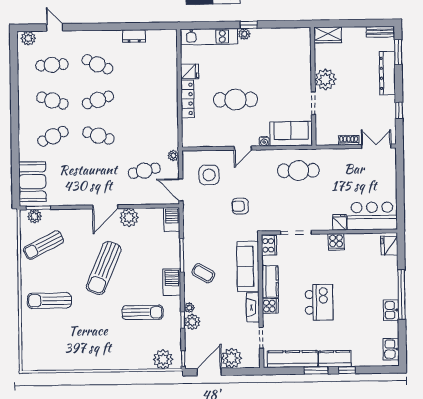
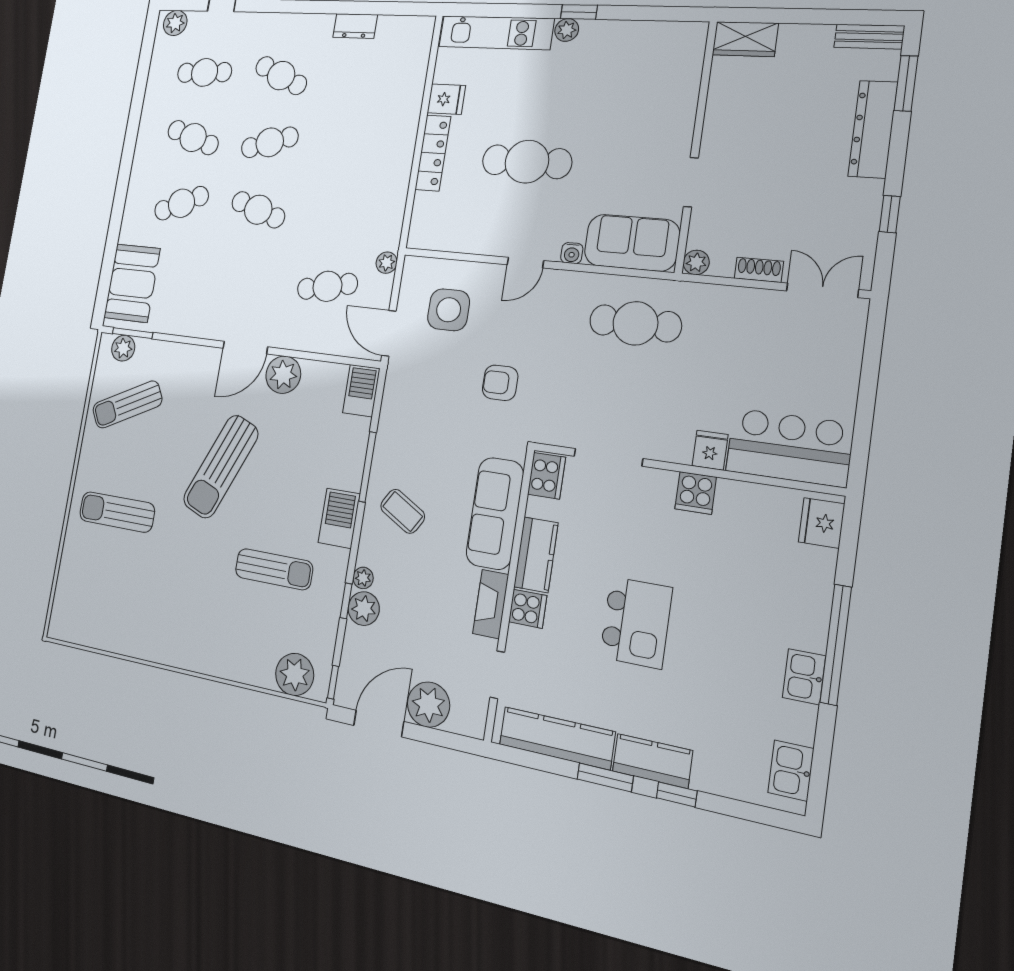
plant: (325, 79) -> (696, 262), moved, width x0.53, depth x0.53

